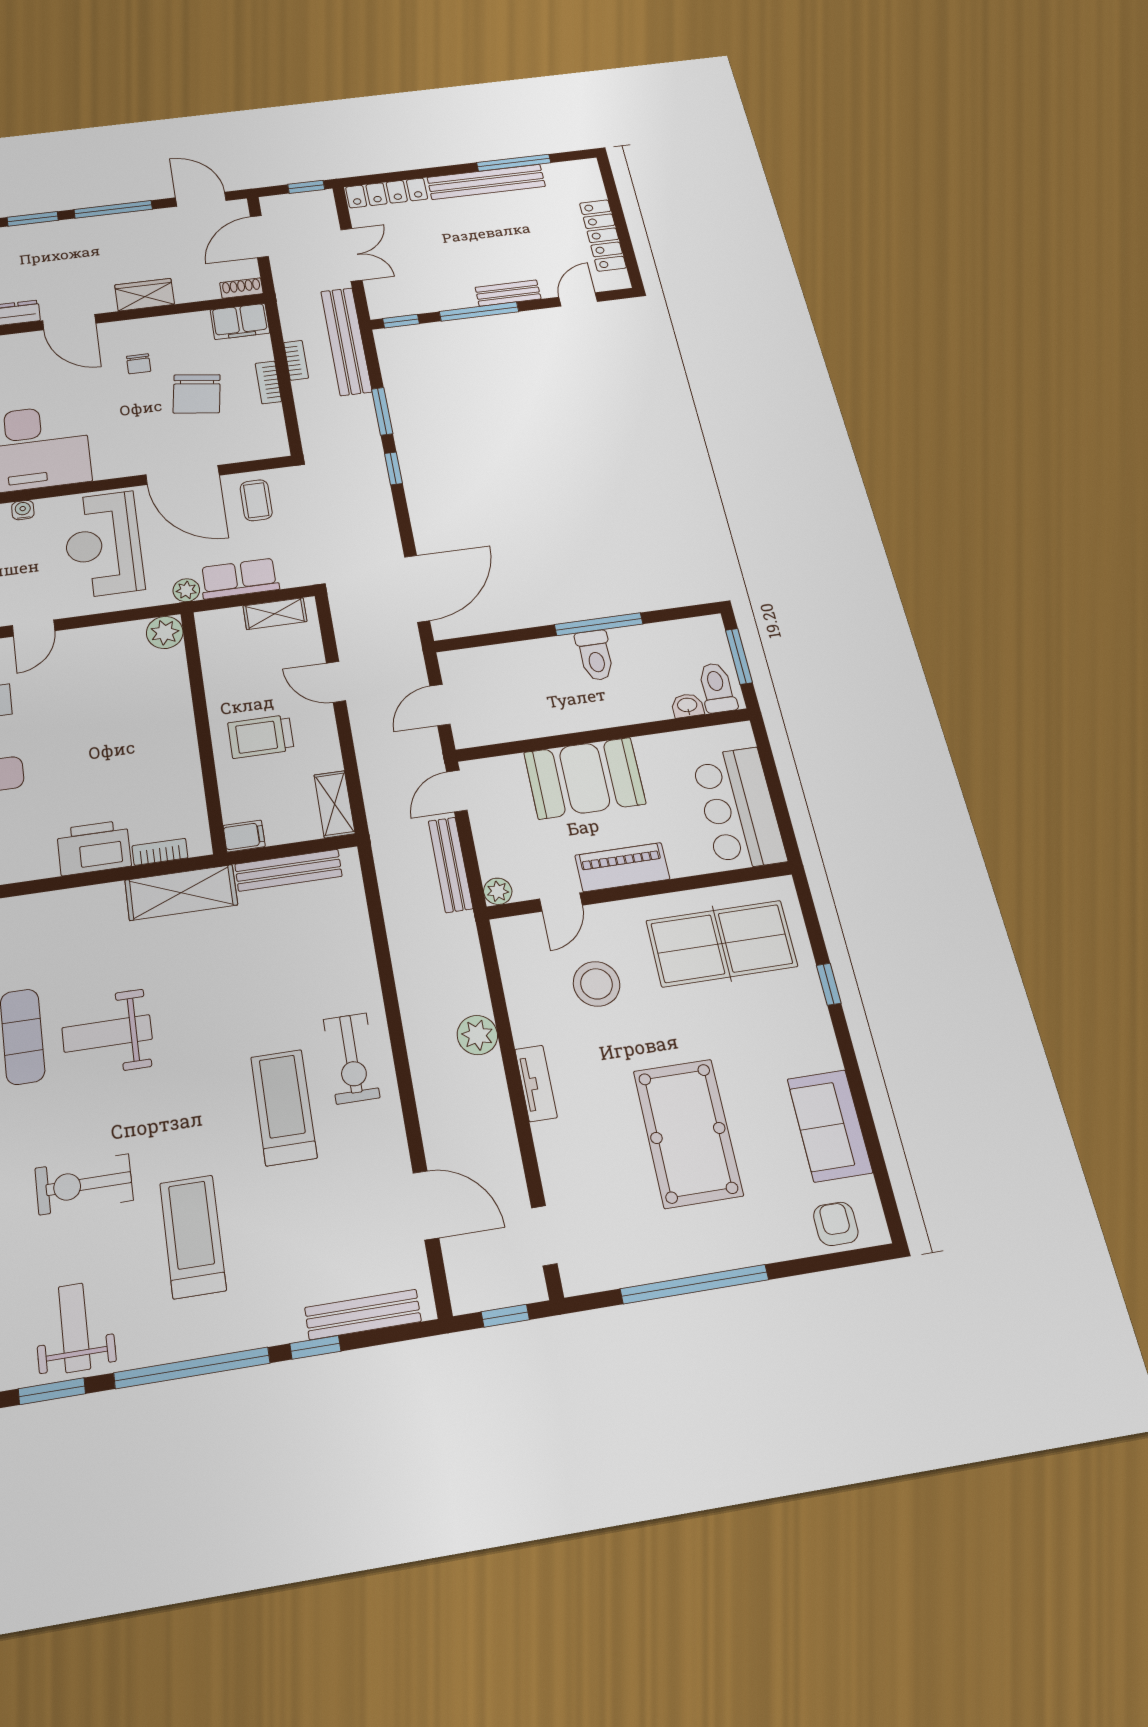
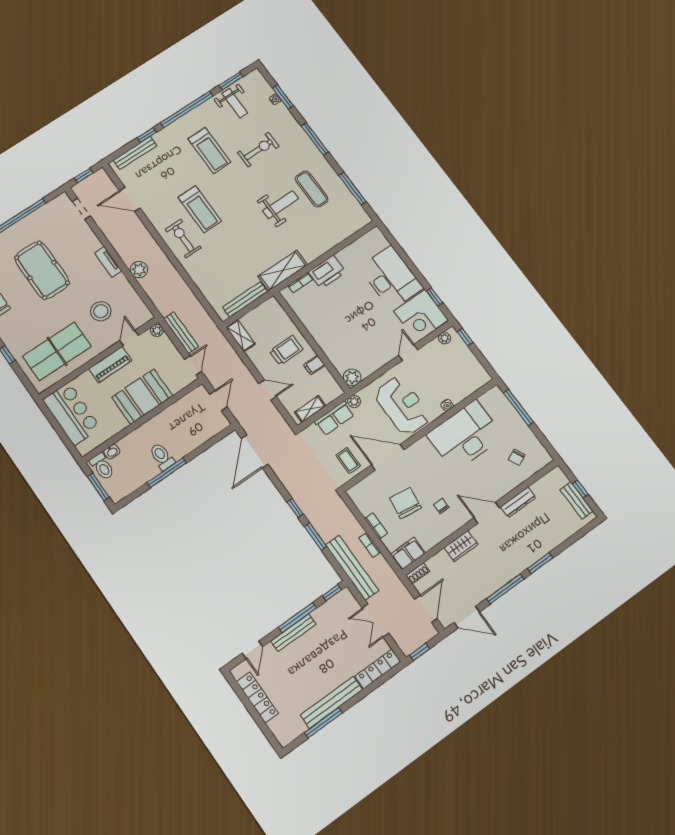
bench: (508, 293) -> (293, 633), width x1.36
filing cabinet: (244, 836) -> (314, 365), moved

